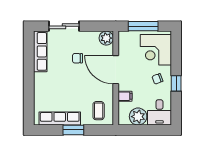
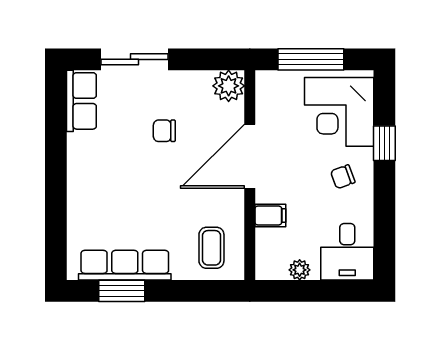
row of seats: (40, 51) -> (81, 101), width x0.68
door: (116, 70) -> (250, 156), hinge flipped
window: (176, 83) -> (384, 143), moved
plant: (138, 117) -> (300, 270), width x0.53, depth x0.53
window: (73, 130) -> (122, 291), moved

